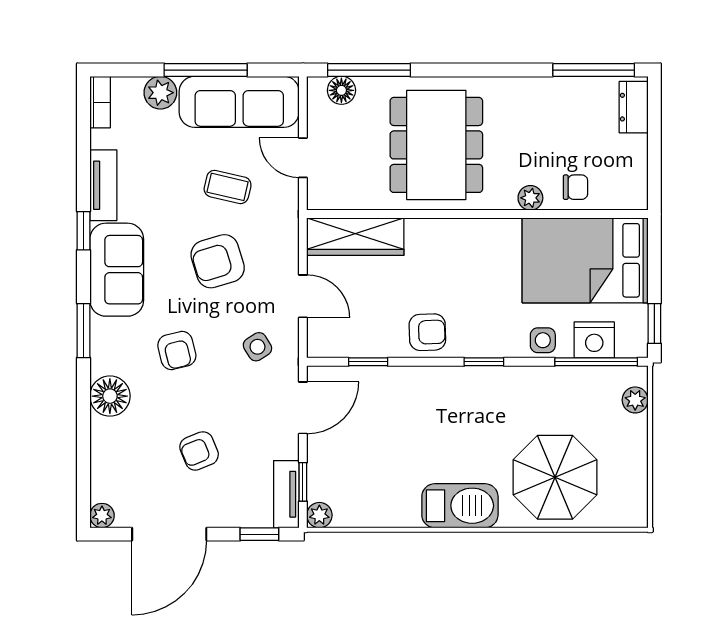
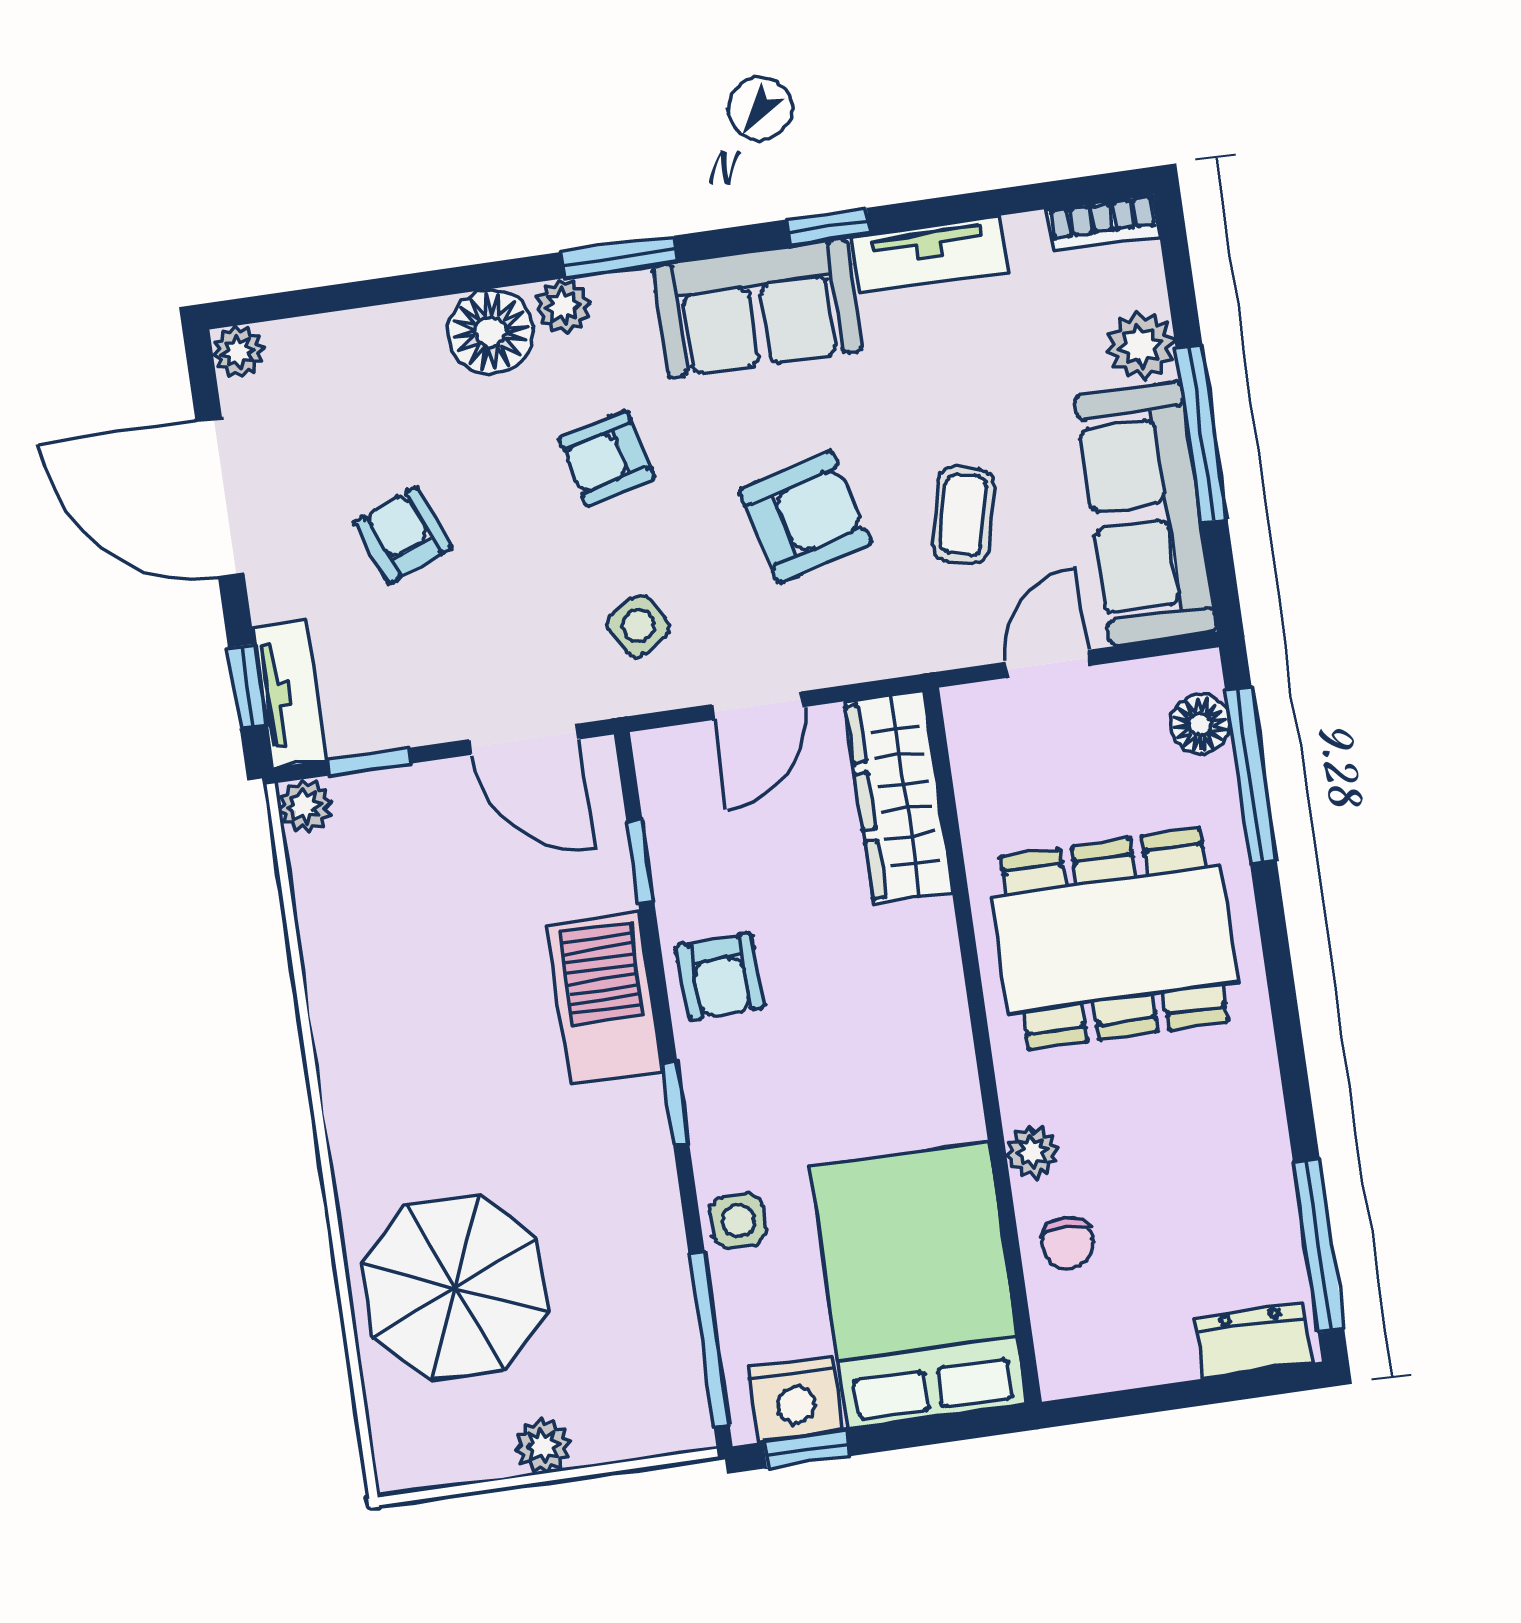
armchair: (218, 261) -> (805, 517), turned 92
nightstand: (594, 340) -> (795, 1399), moved, turned -90
plant: (103, 360) -> (563, 306), added
plant: (635, 400) -> (543, 1446), moved
tv unit: (286, 494) -> (289, 693), moved, turned 90
barbecue: (460, 506) -> (605, 998), moved, turned 180

